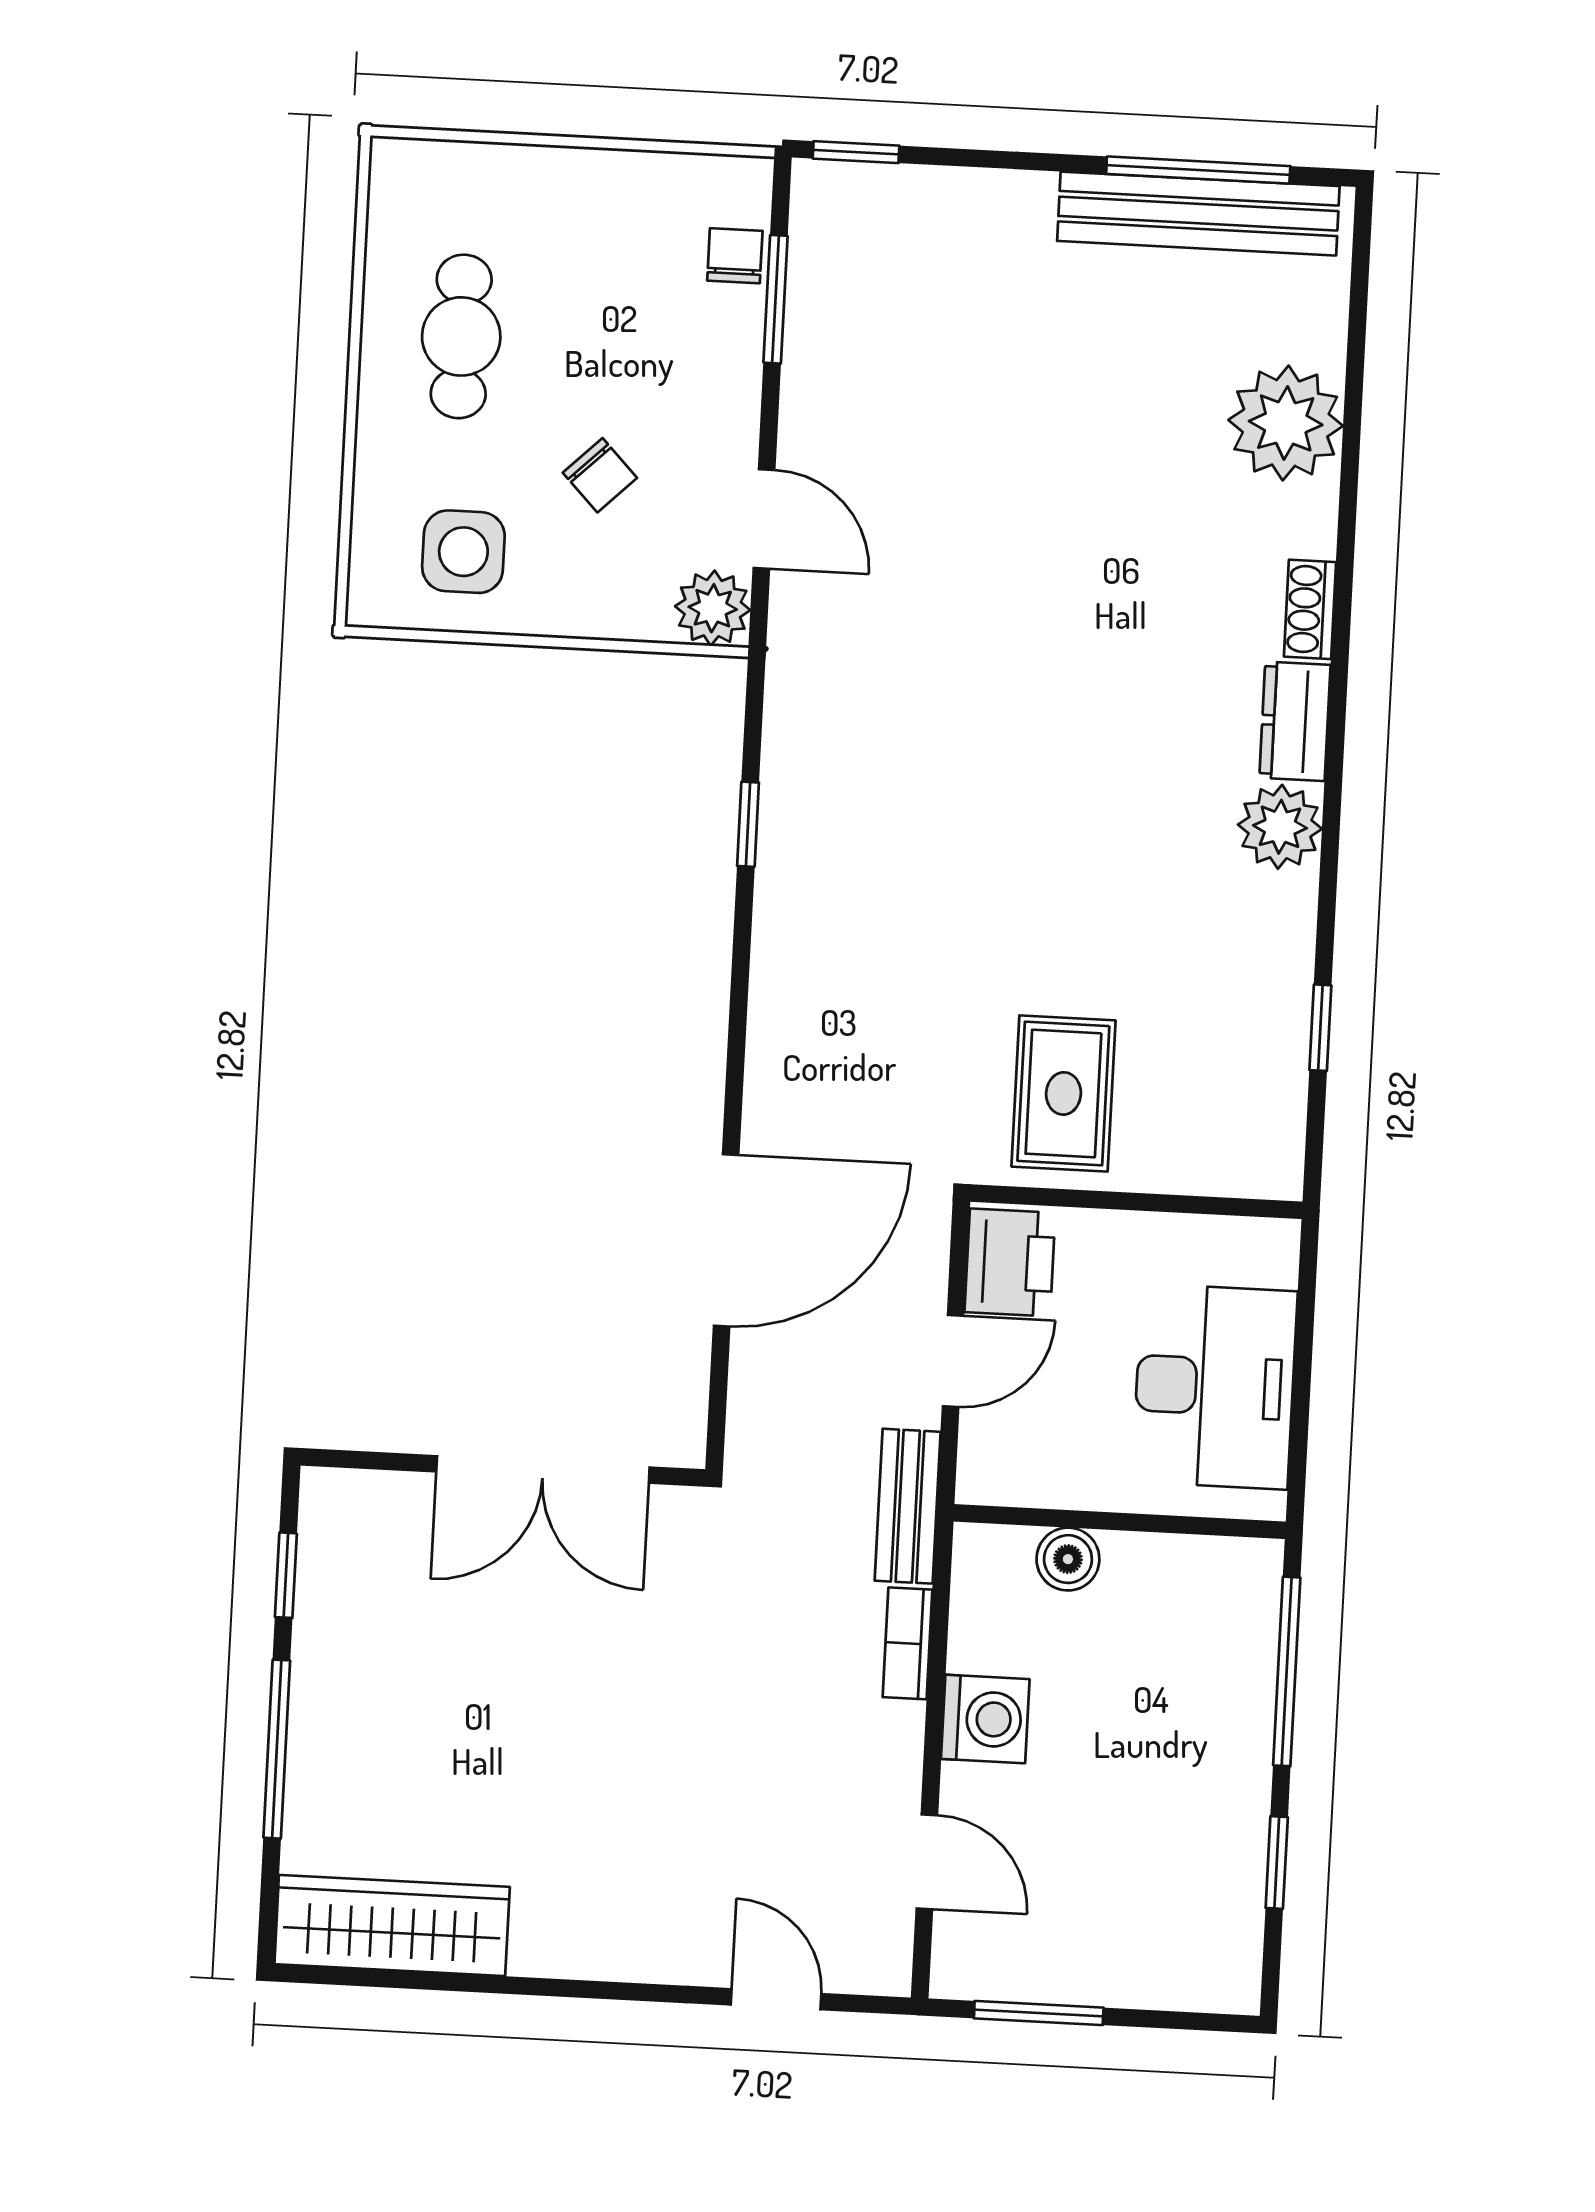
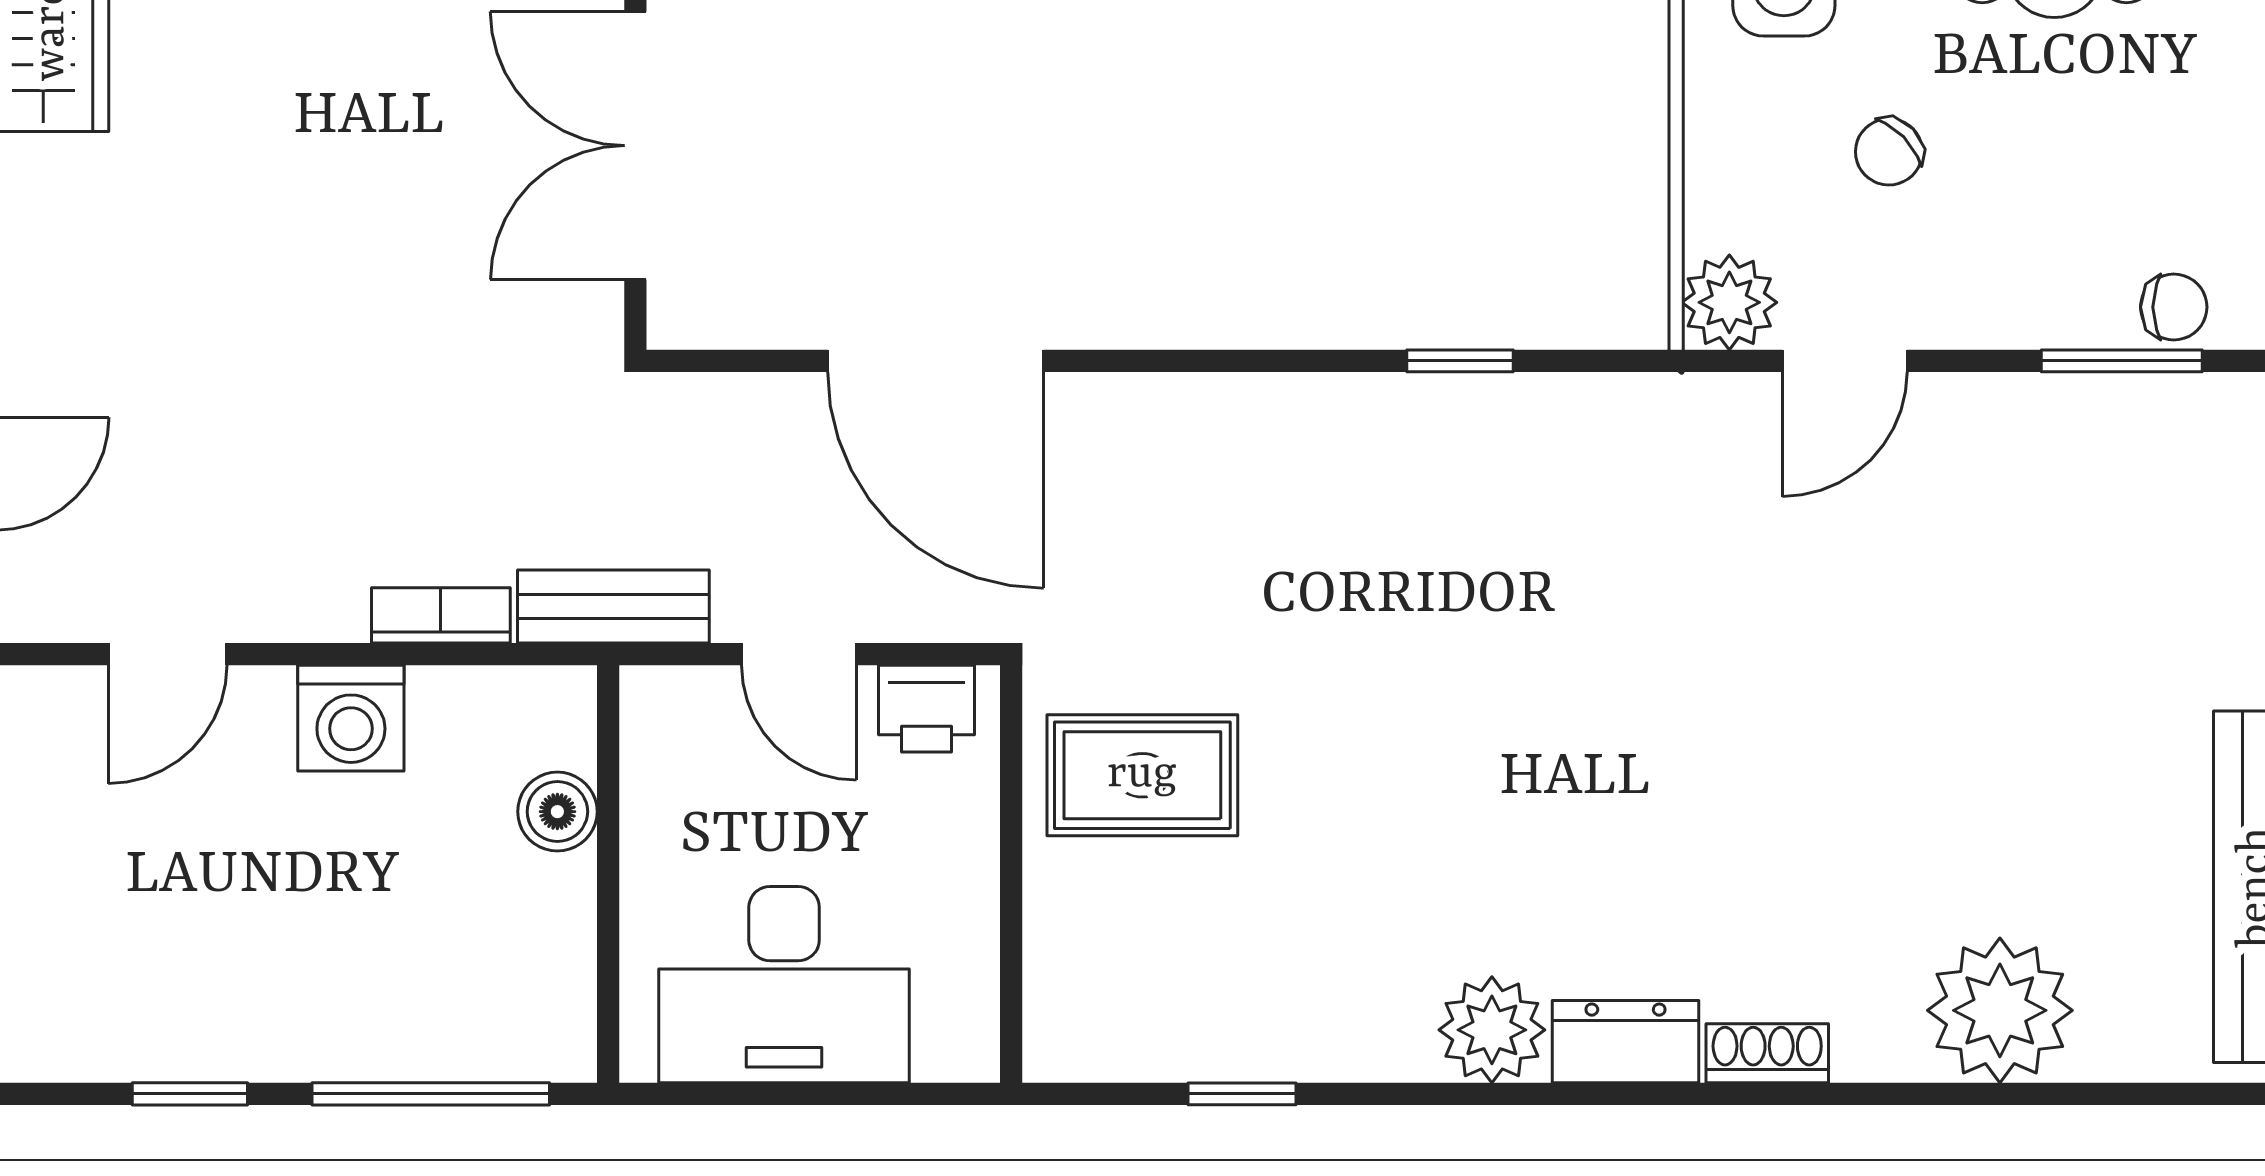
printer: (1010, 1262) -> (926, 709), width x0.73, depth x0.81

